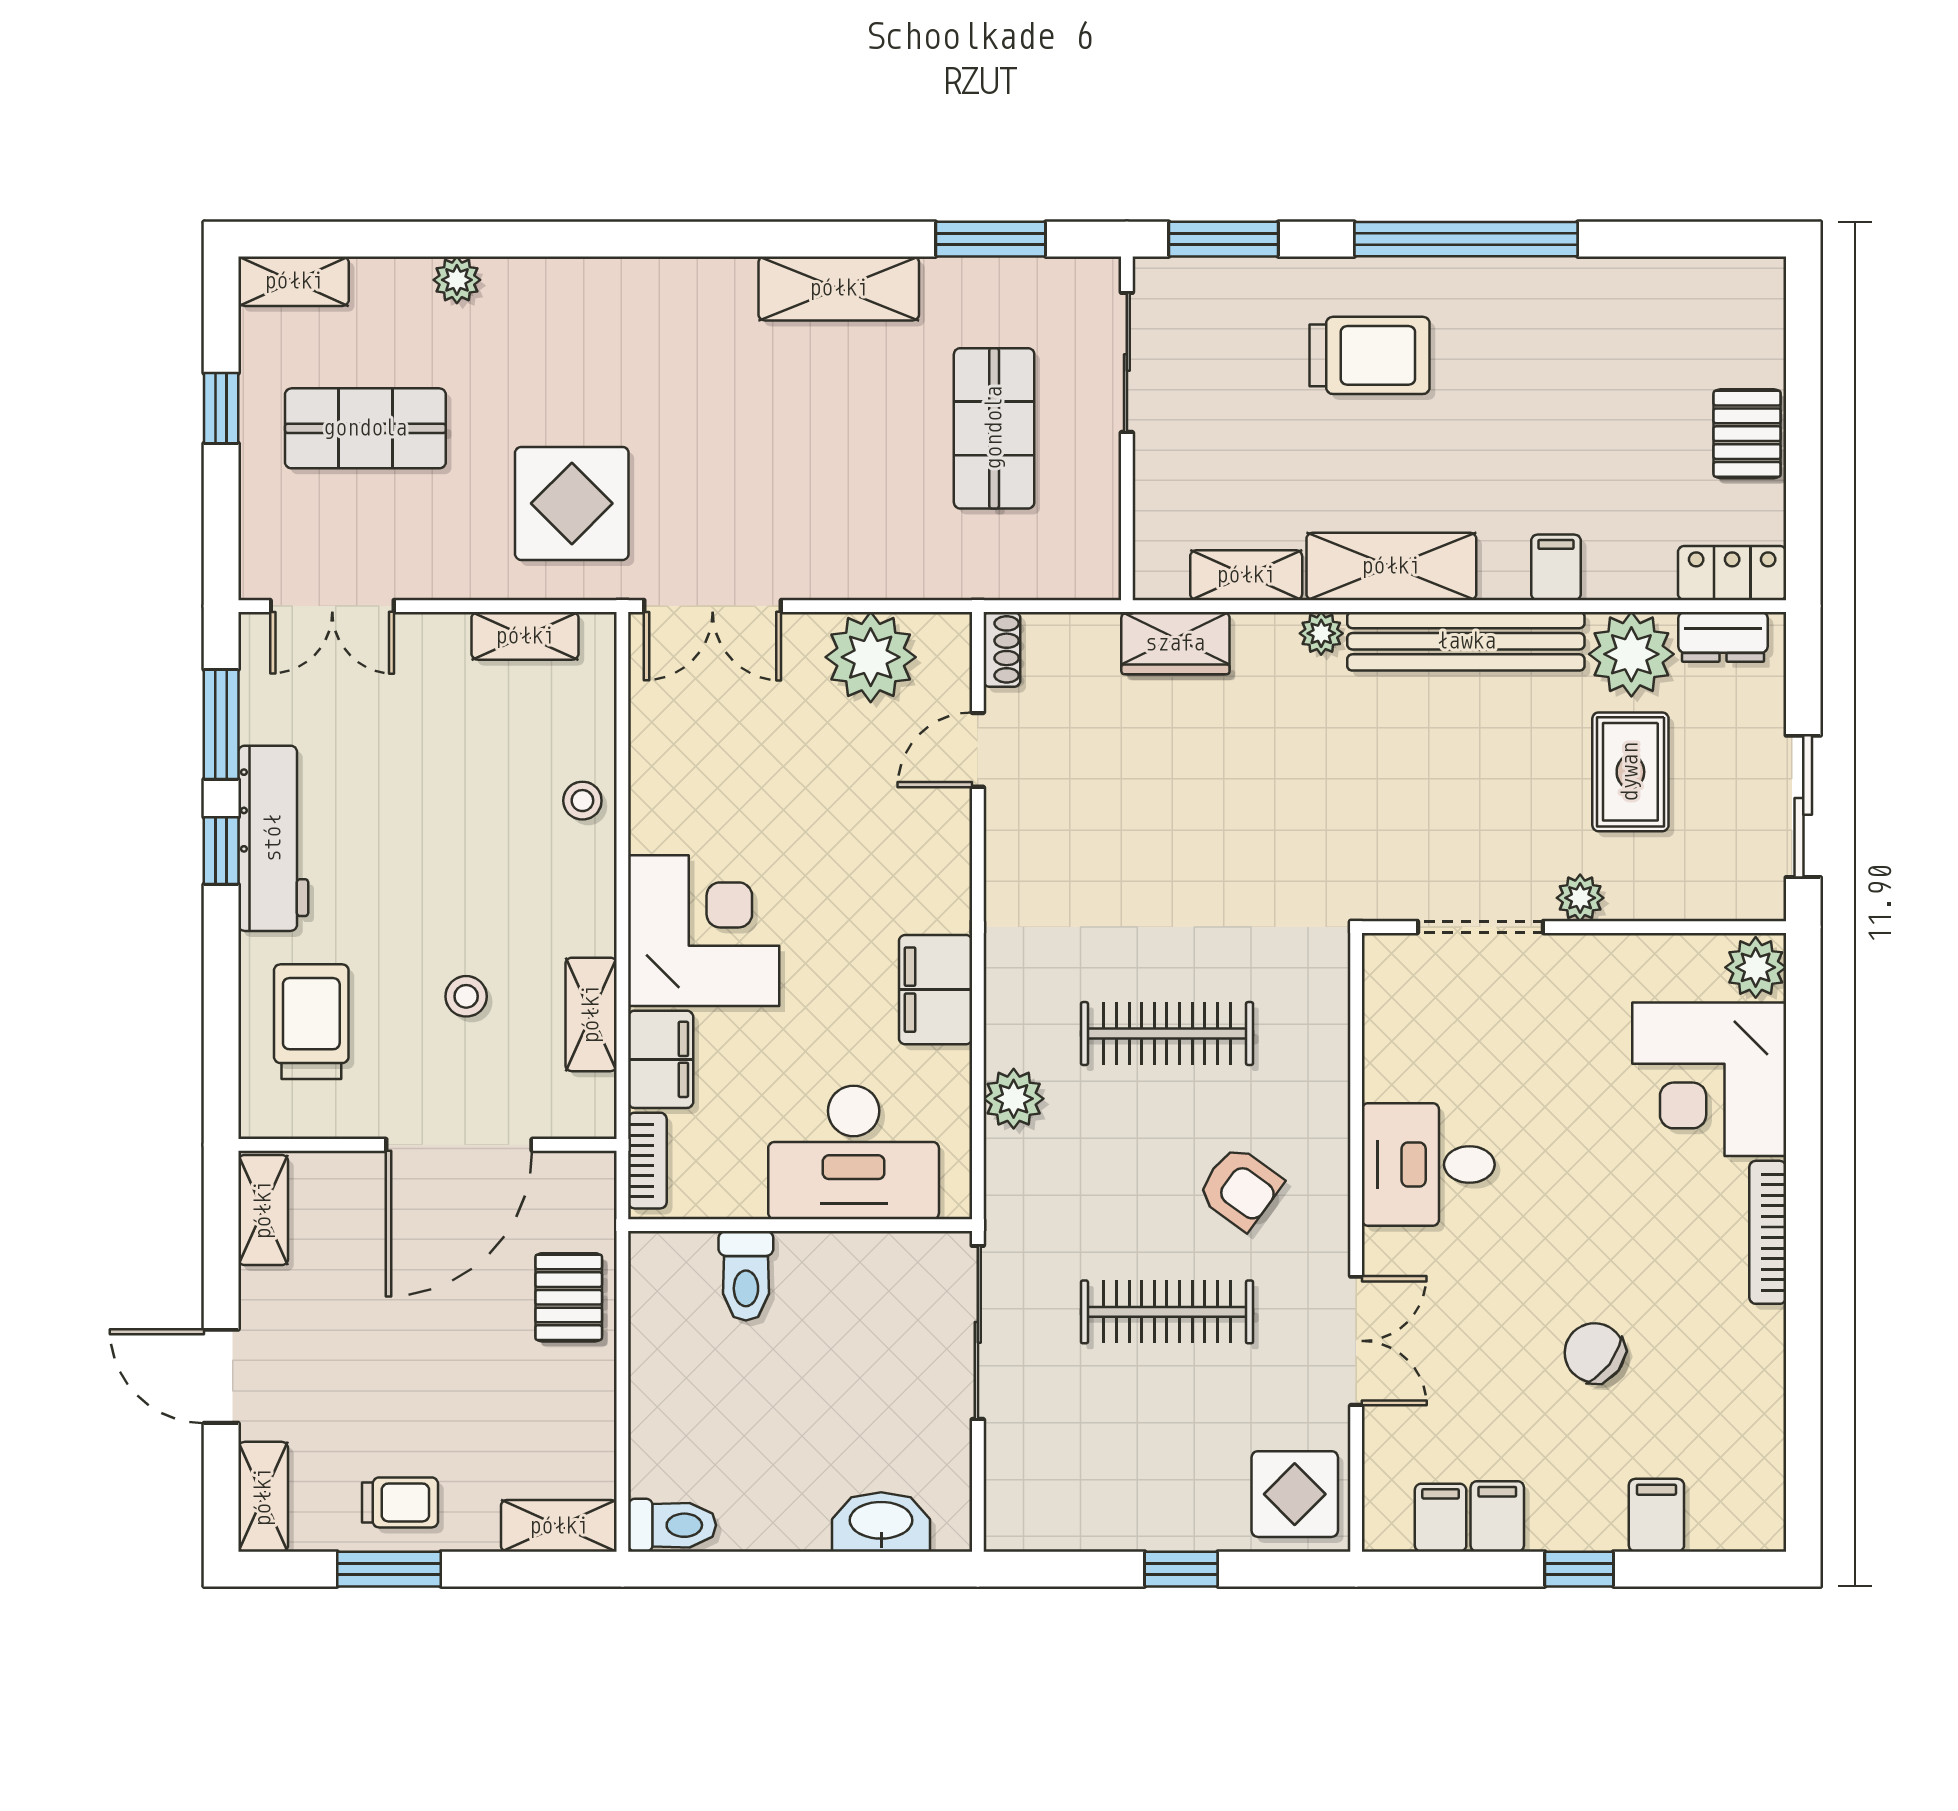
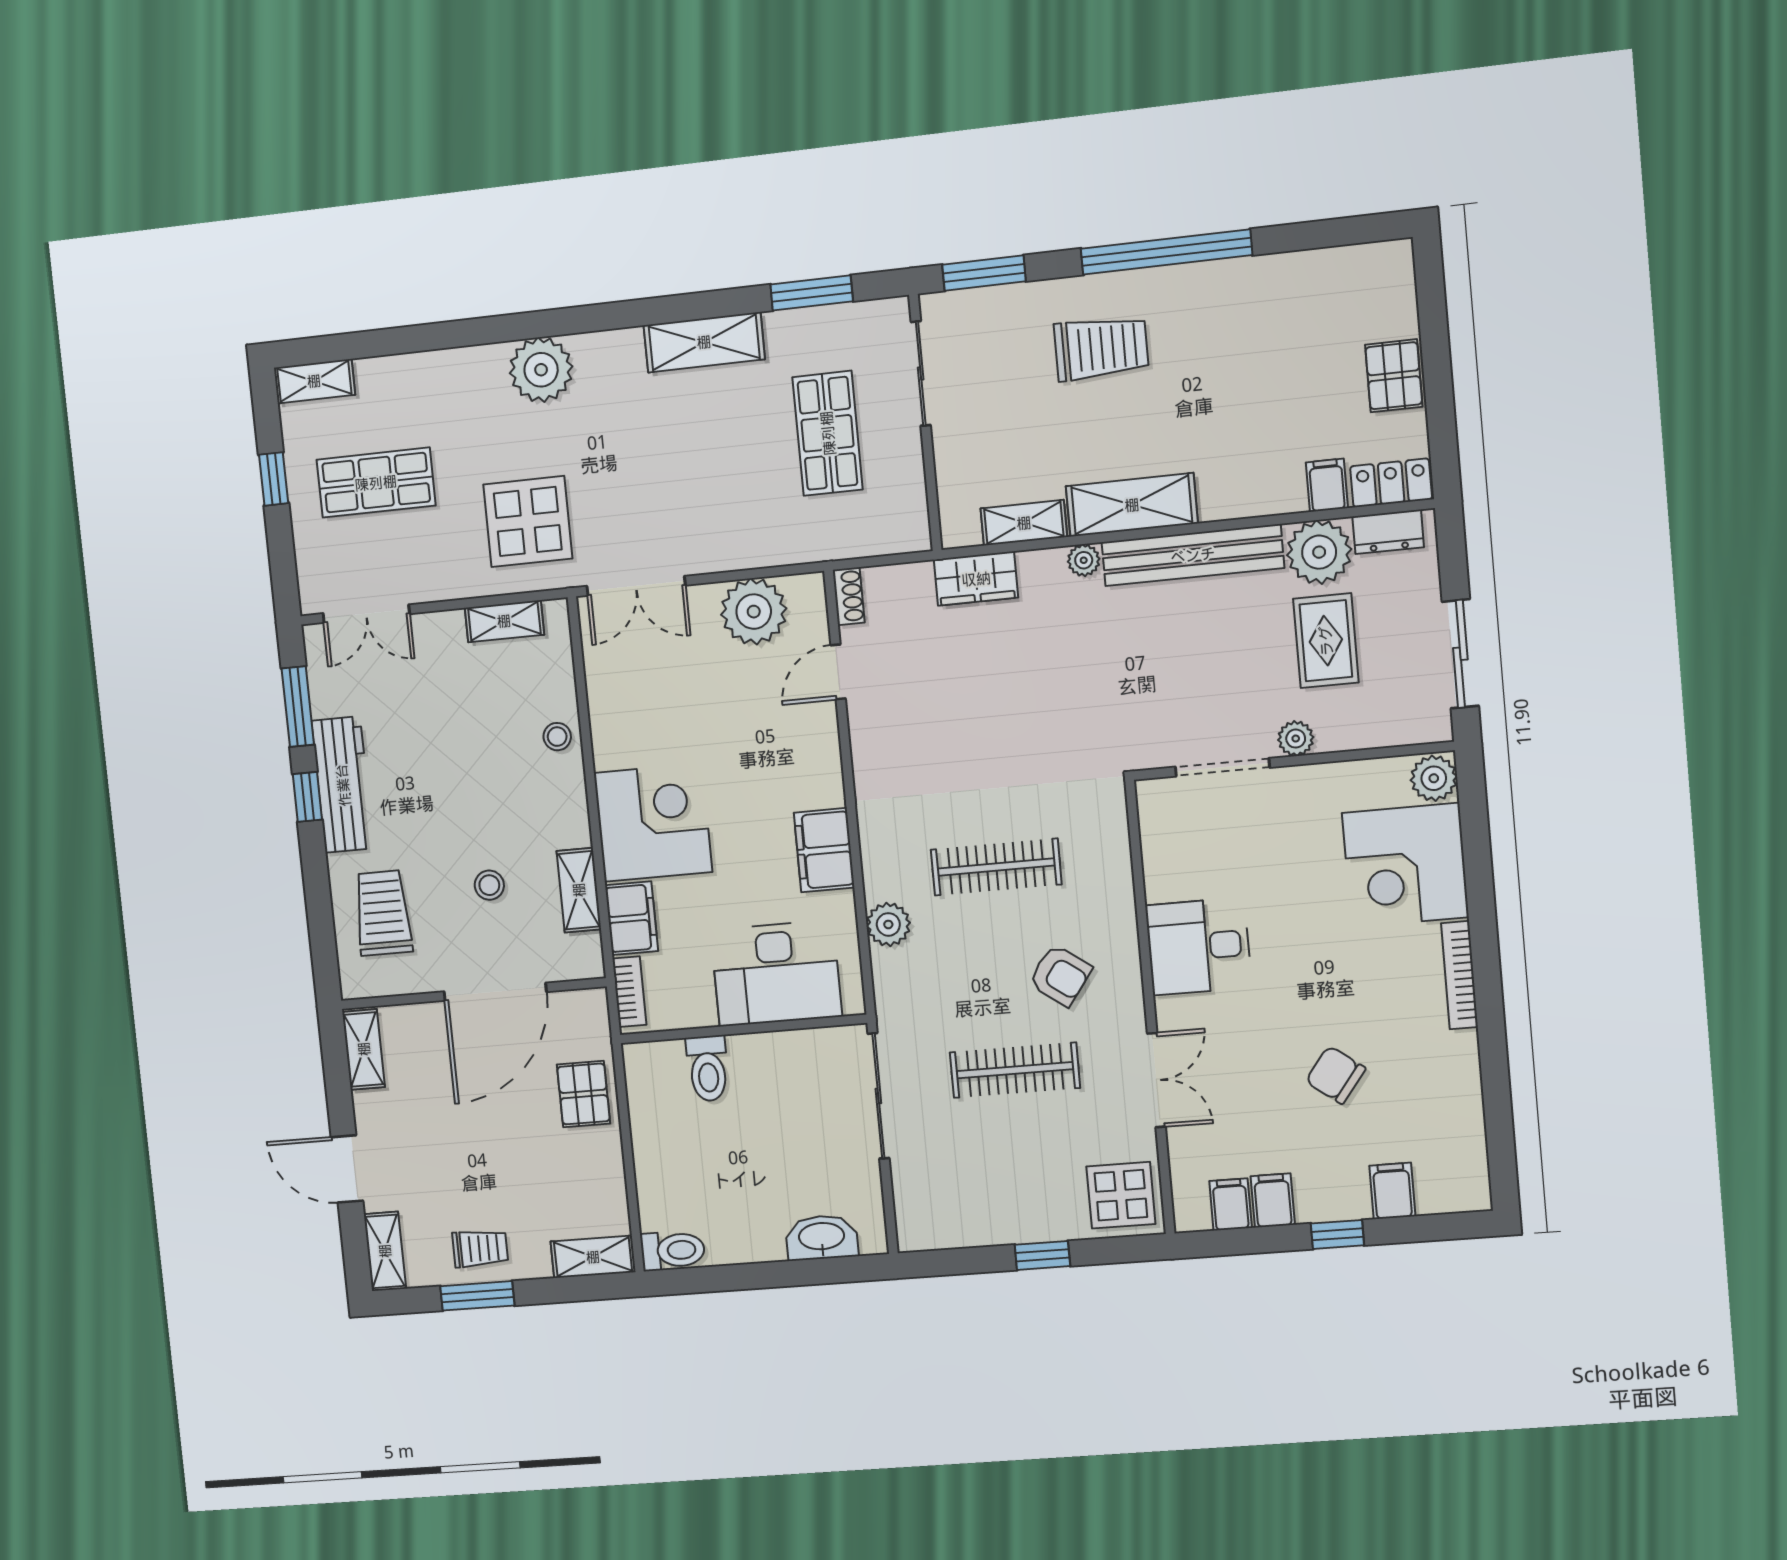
plant: (457, 280) -> (541, 370), moved, width x1.87, depth x1.87
filing cabinet: (1556, 567) -> (1327, 485), moved

